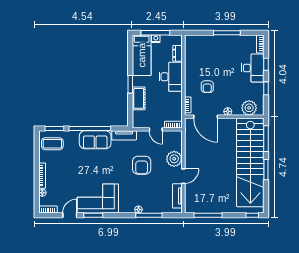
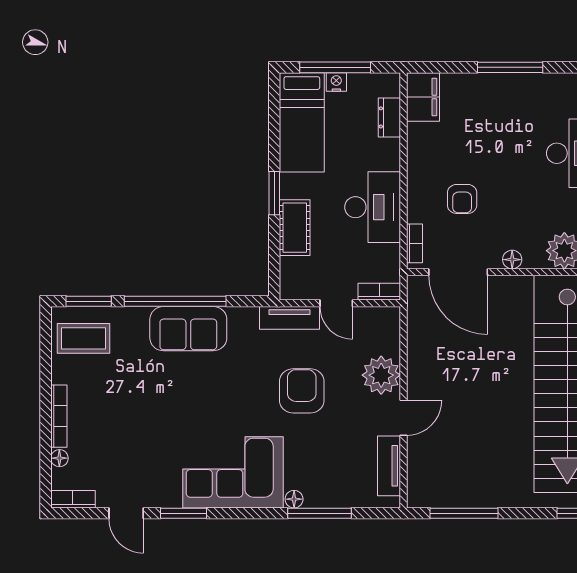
filing cabinet: (191, 45) -> (423, 97), added
desk: (171, 77) -> (373, 207), moved
tv unit: (124, 135) -> (290, 318), moved
armchair: (142, 165) -> (302, 391), turned 180
corner sofa: (98, 199) -> (233, 472), moved
door: (70, 215) -> (126, 513), swing flipped

